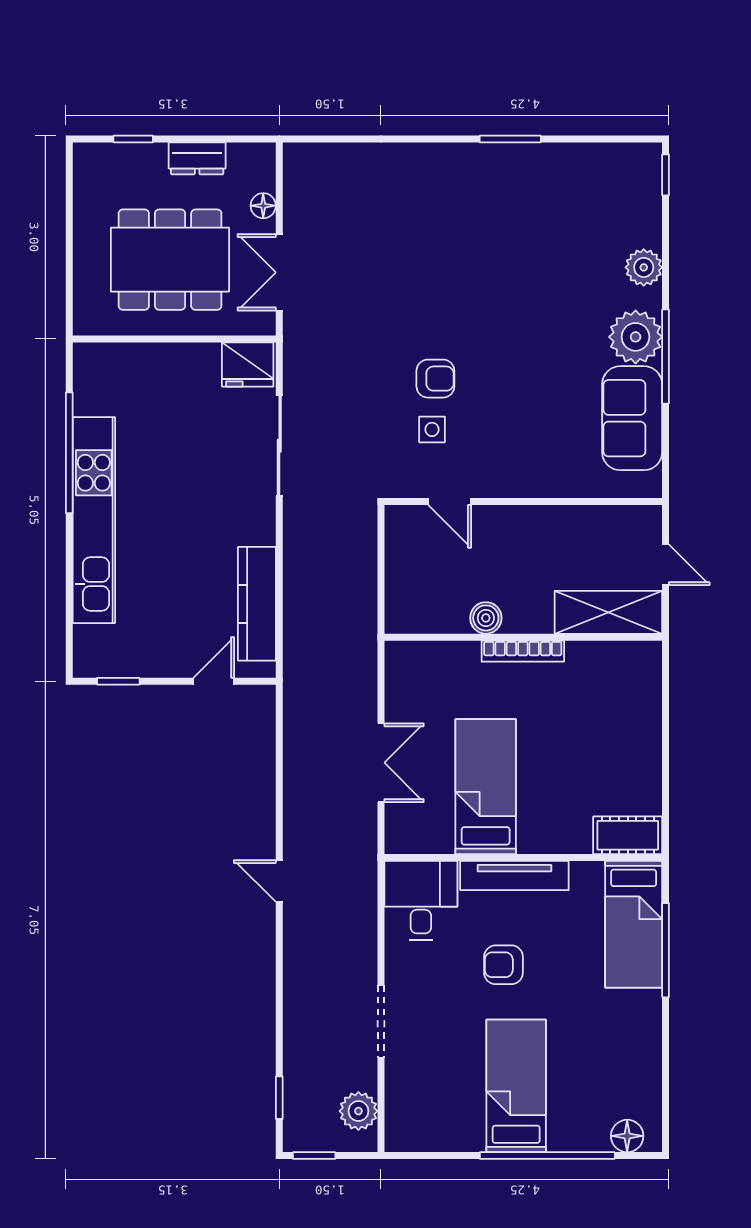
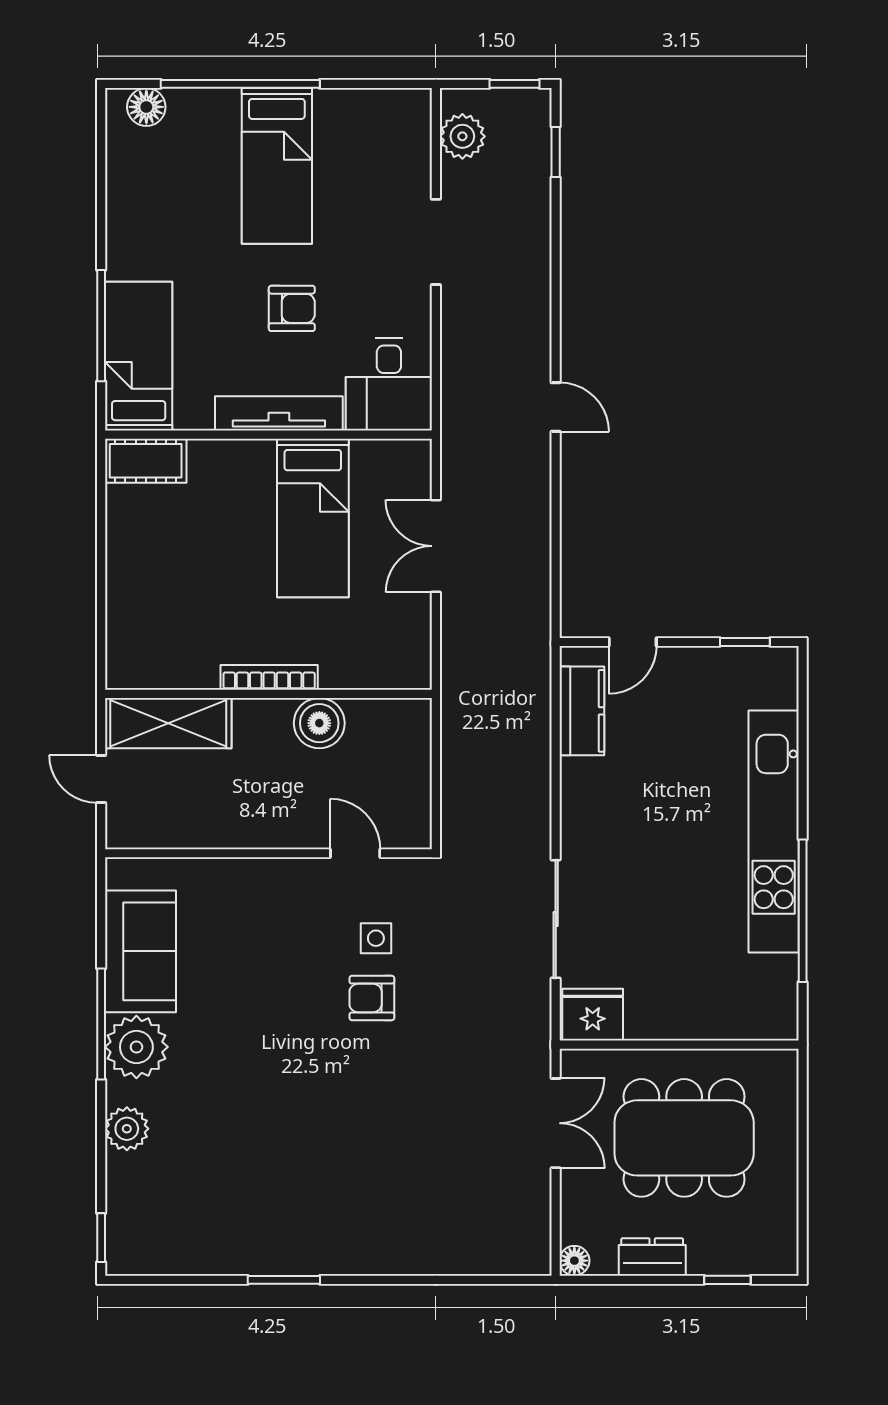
floor lamp: (263, 206) -> (574, 1261), moved
kitchen counter: (257, 604) -> (582, 711), width x0.67
boiler: (486, 618) -> (319, 723), width x1.36, depth x1.36

